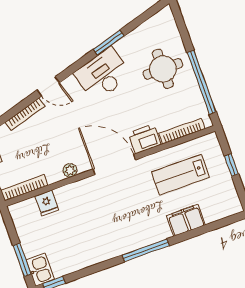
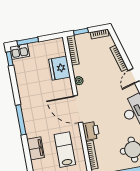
door: (114, 164) -> (78, 109), swing flipped
fridge: (47, 203) -> (60, 68), width x1.88, depth x1.34

